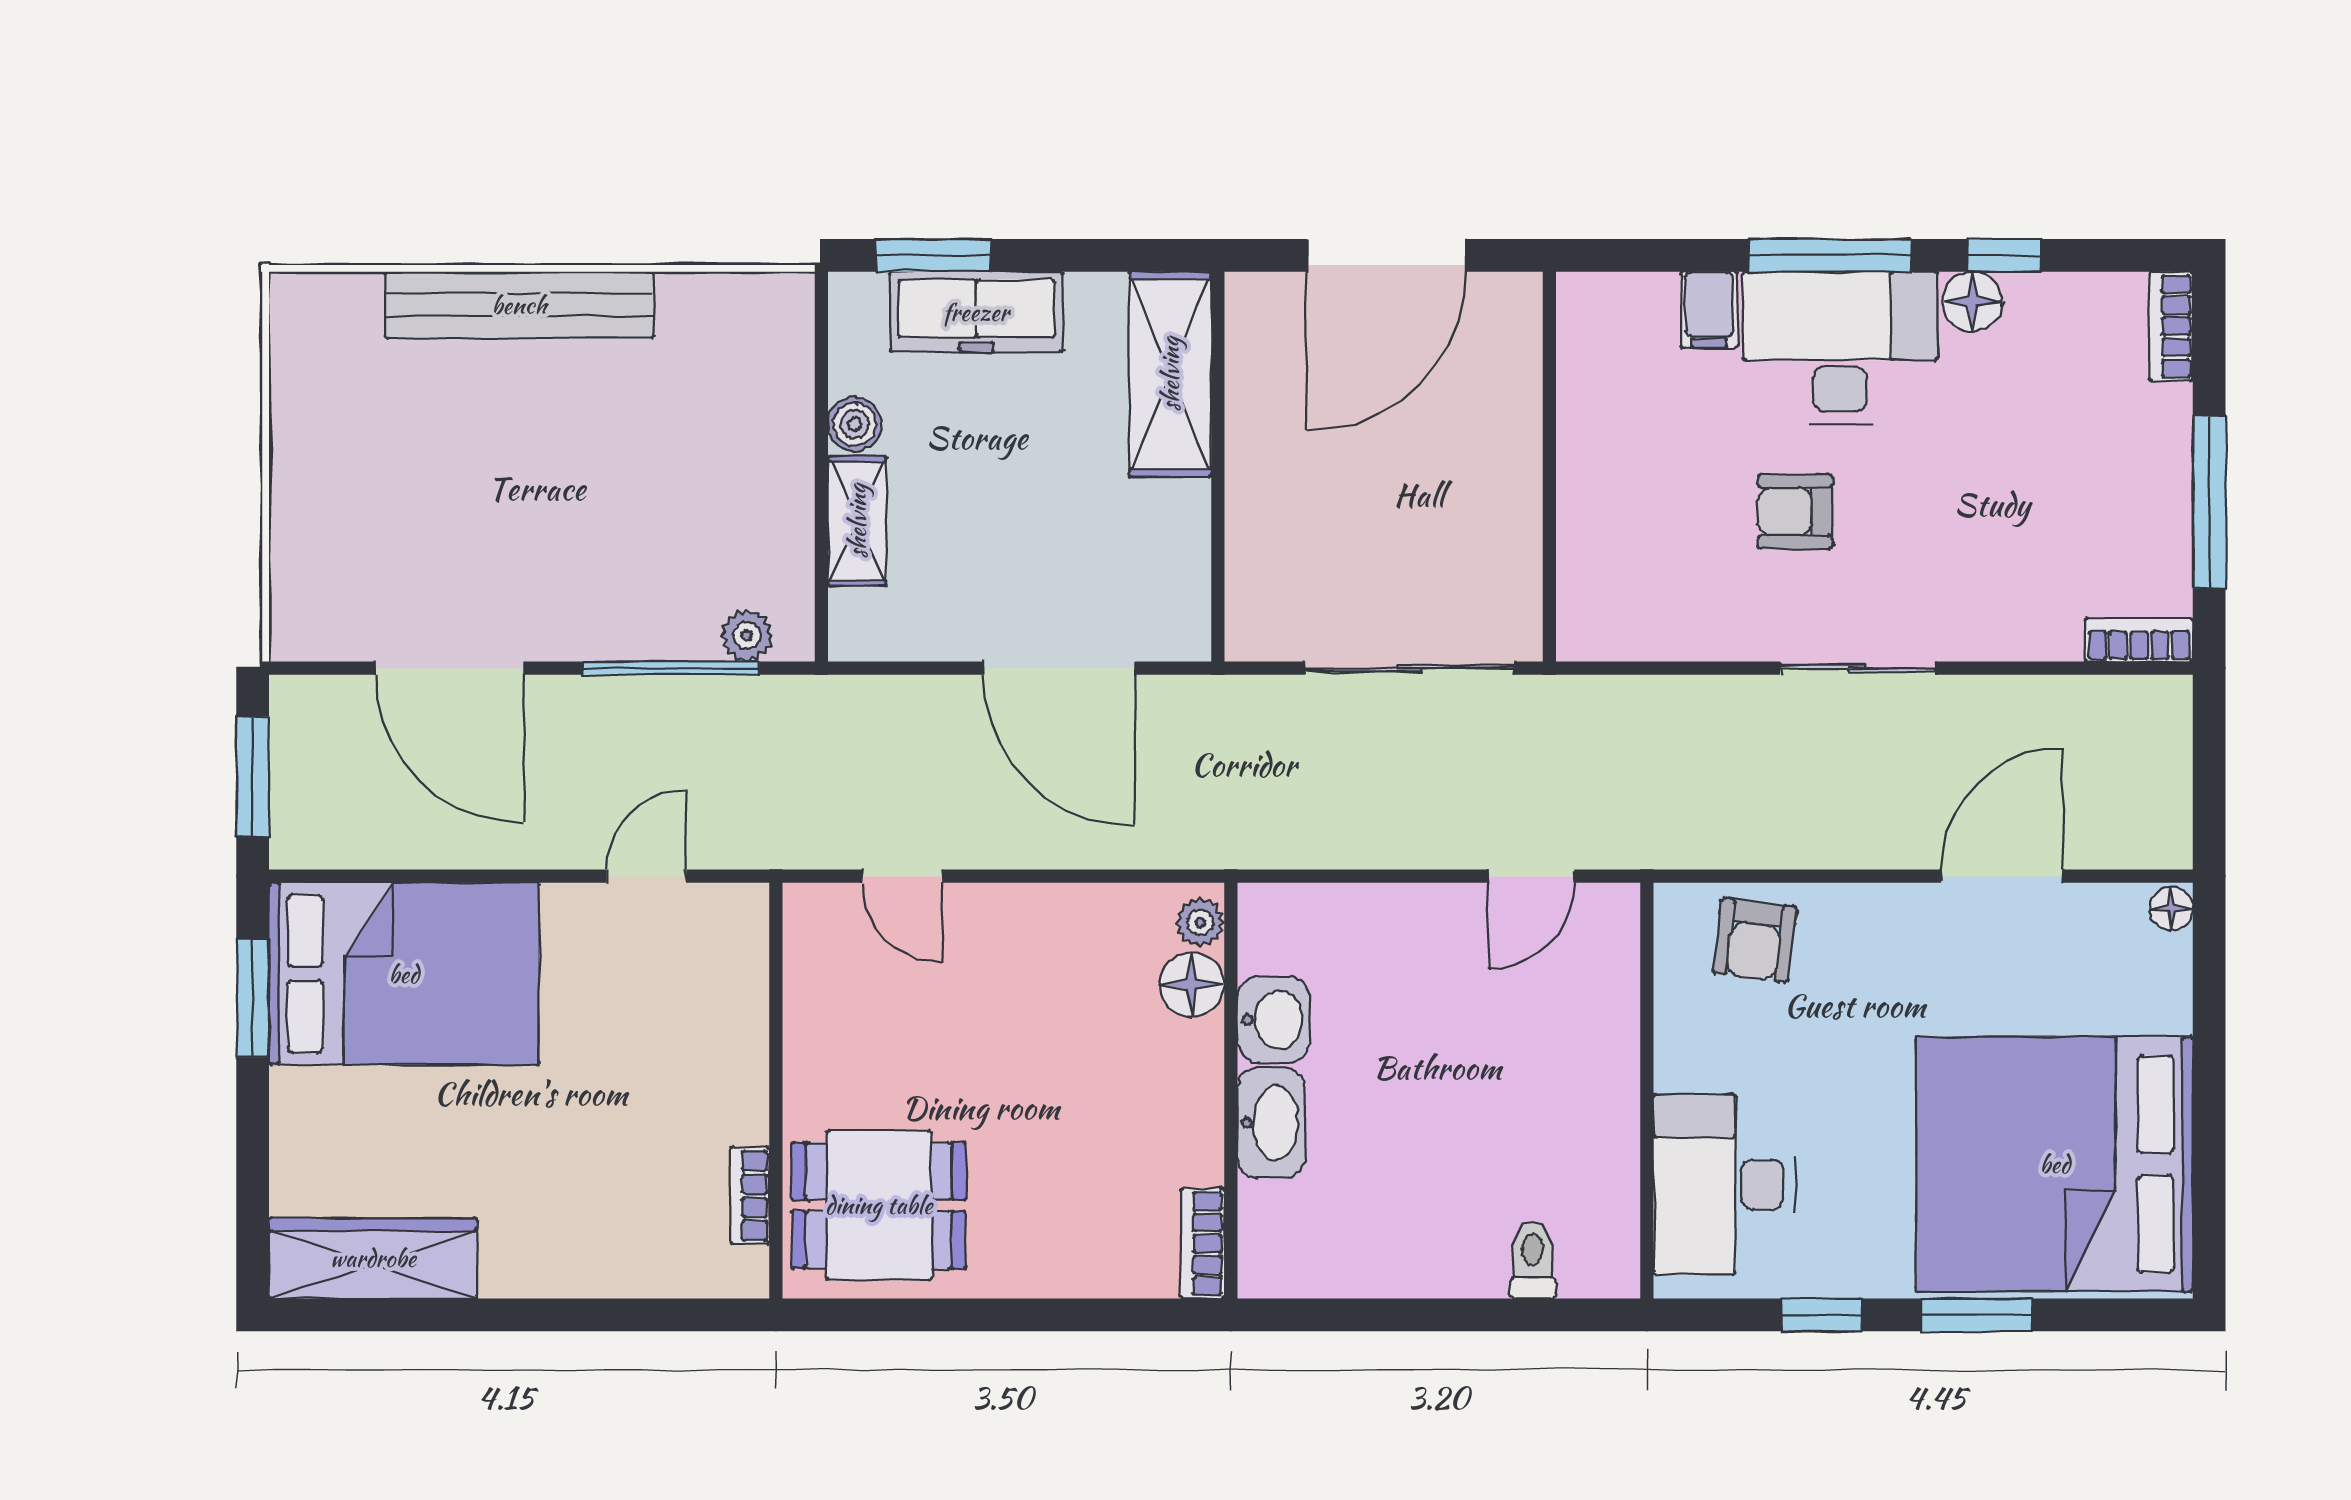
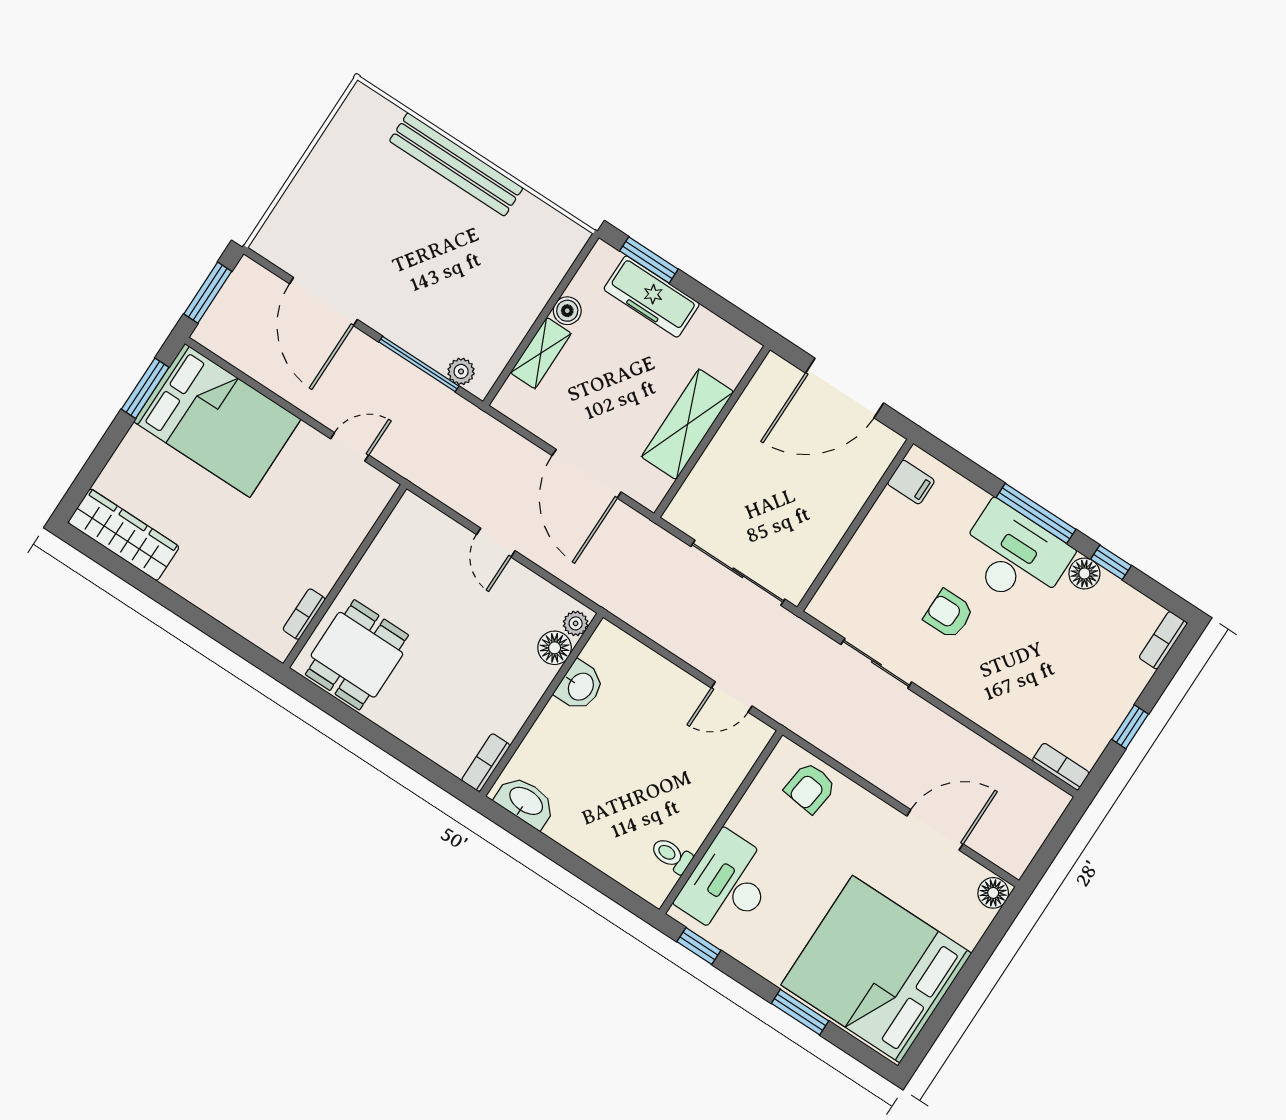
filing cabinet: (1709, 310) -> (911, 482), moved, turned -90
shelving: (1170, 374) -> (688, 424), moved
window: (2209, 502) -> (1130, 727), width x0.46
sliding door: (1858, 668) -> (876, 663), moved
door: (902, 876) -> (496, 543), moved
floor lamp: (2171, 908) -> (993, 893), width x1.37, depth x1.37
washbasin: (1271, 1123) -> (526, 802), moved, turned -90
dining table: (879, 1205) -> (357, 655), turned 90
toilet: (1533, 1260) -> (672, 855), moved, turned -90
window: (1822, 1315) -> (699, 946), moved

